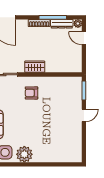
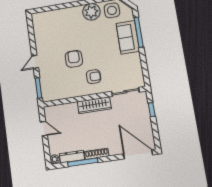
door: (84, 38) -> (44, 129), moved
wardrobe: (35, 67) -> (94, 105), width x1.50
armchair: (47, 112) -> (74, 59), added

